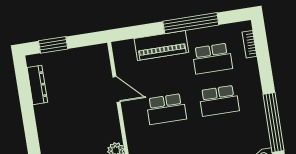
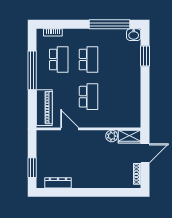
piano: (161, 45) -> (44, 108), moved
door: (116, 89) -> (70, 129), hinge flipped

